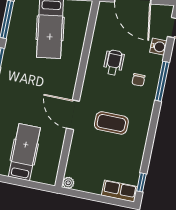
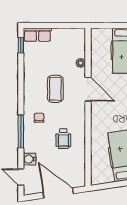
chair: (138, 80) -> (39, 118), moved
coffee table: (111, 123) -> (55, 89), turned 90
plant: (68, 183) -> (81, 63), moved

